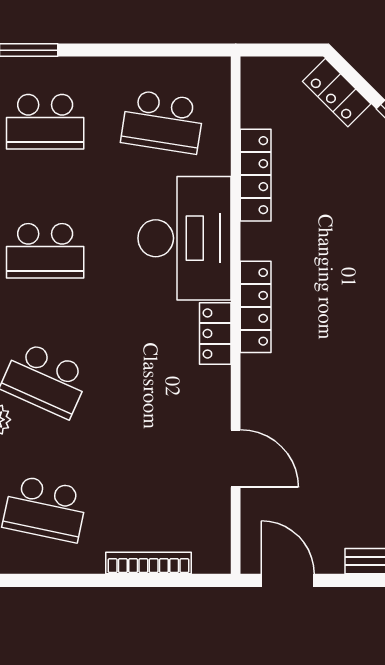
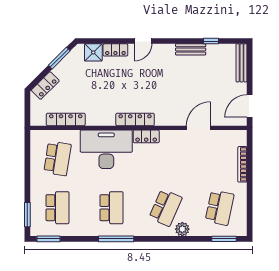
locker: (256, 175) -> (66, 119), moved

